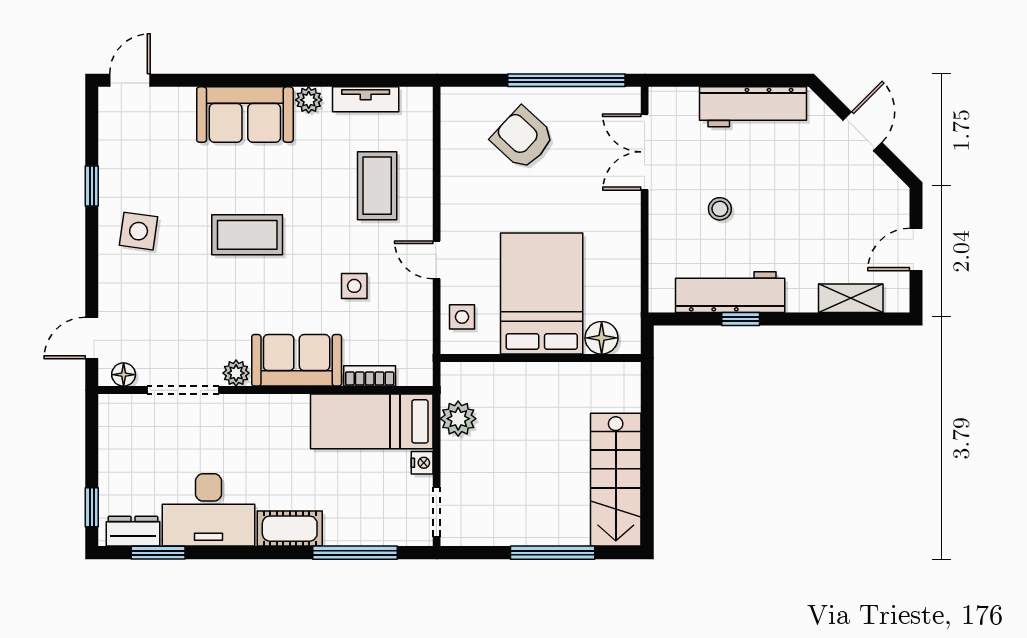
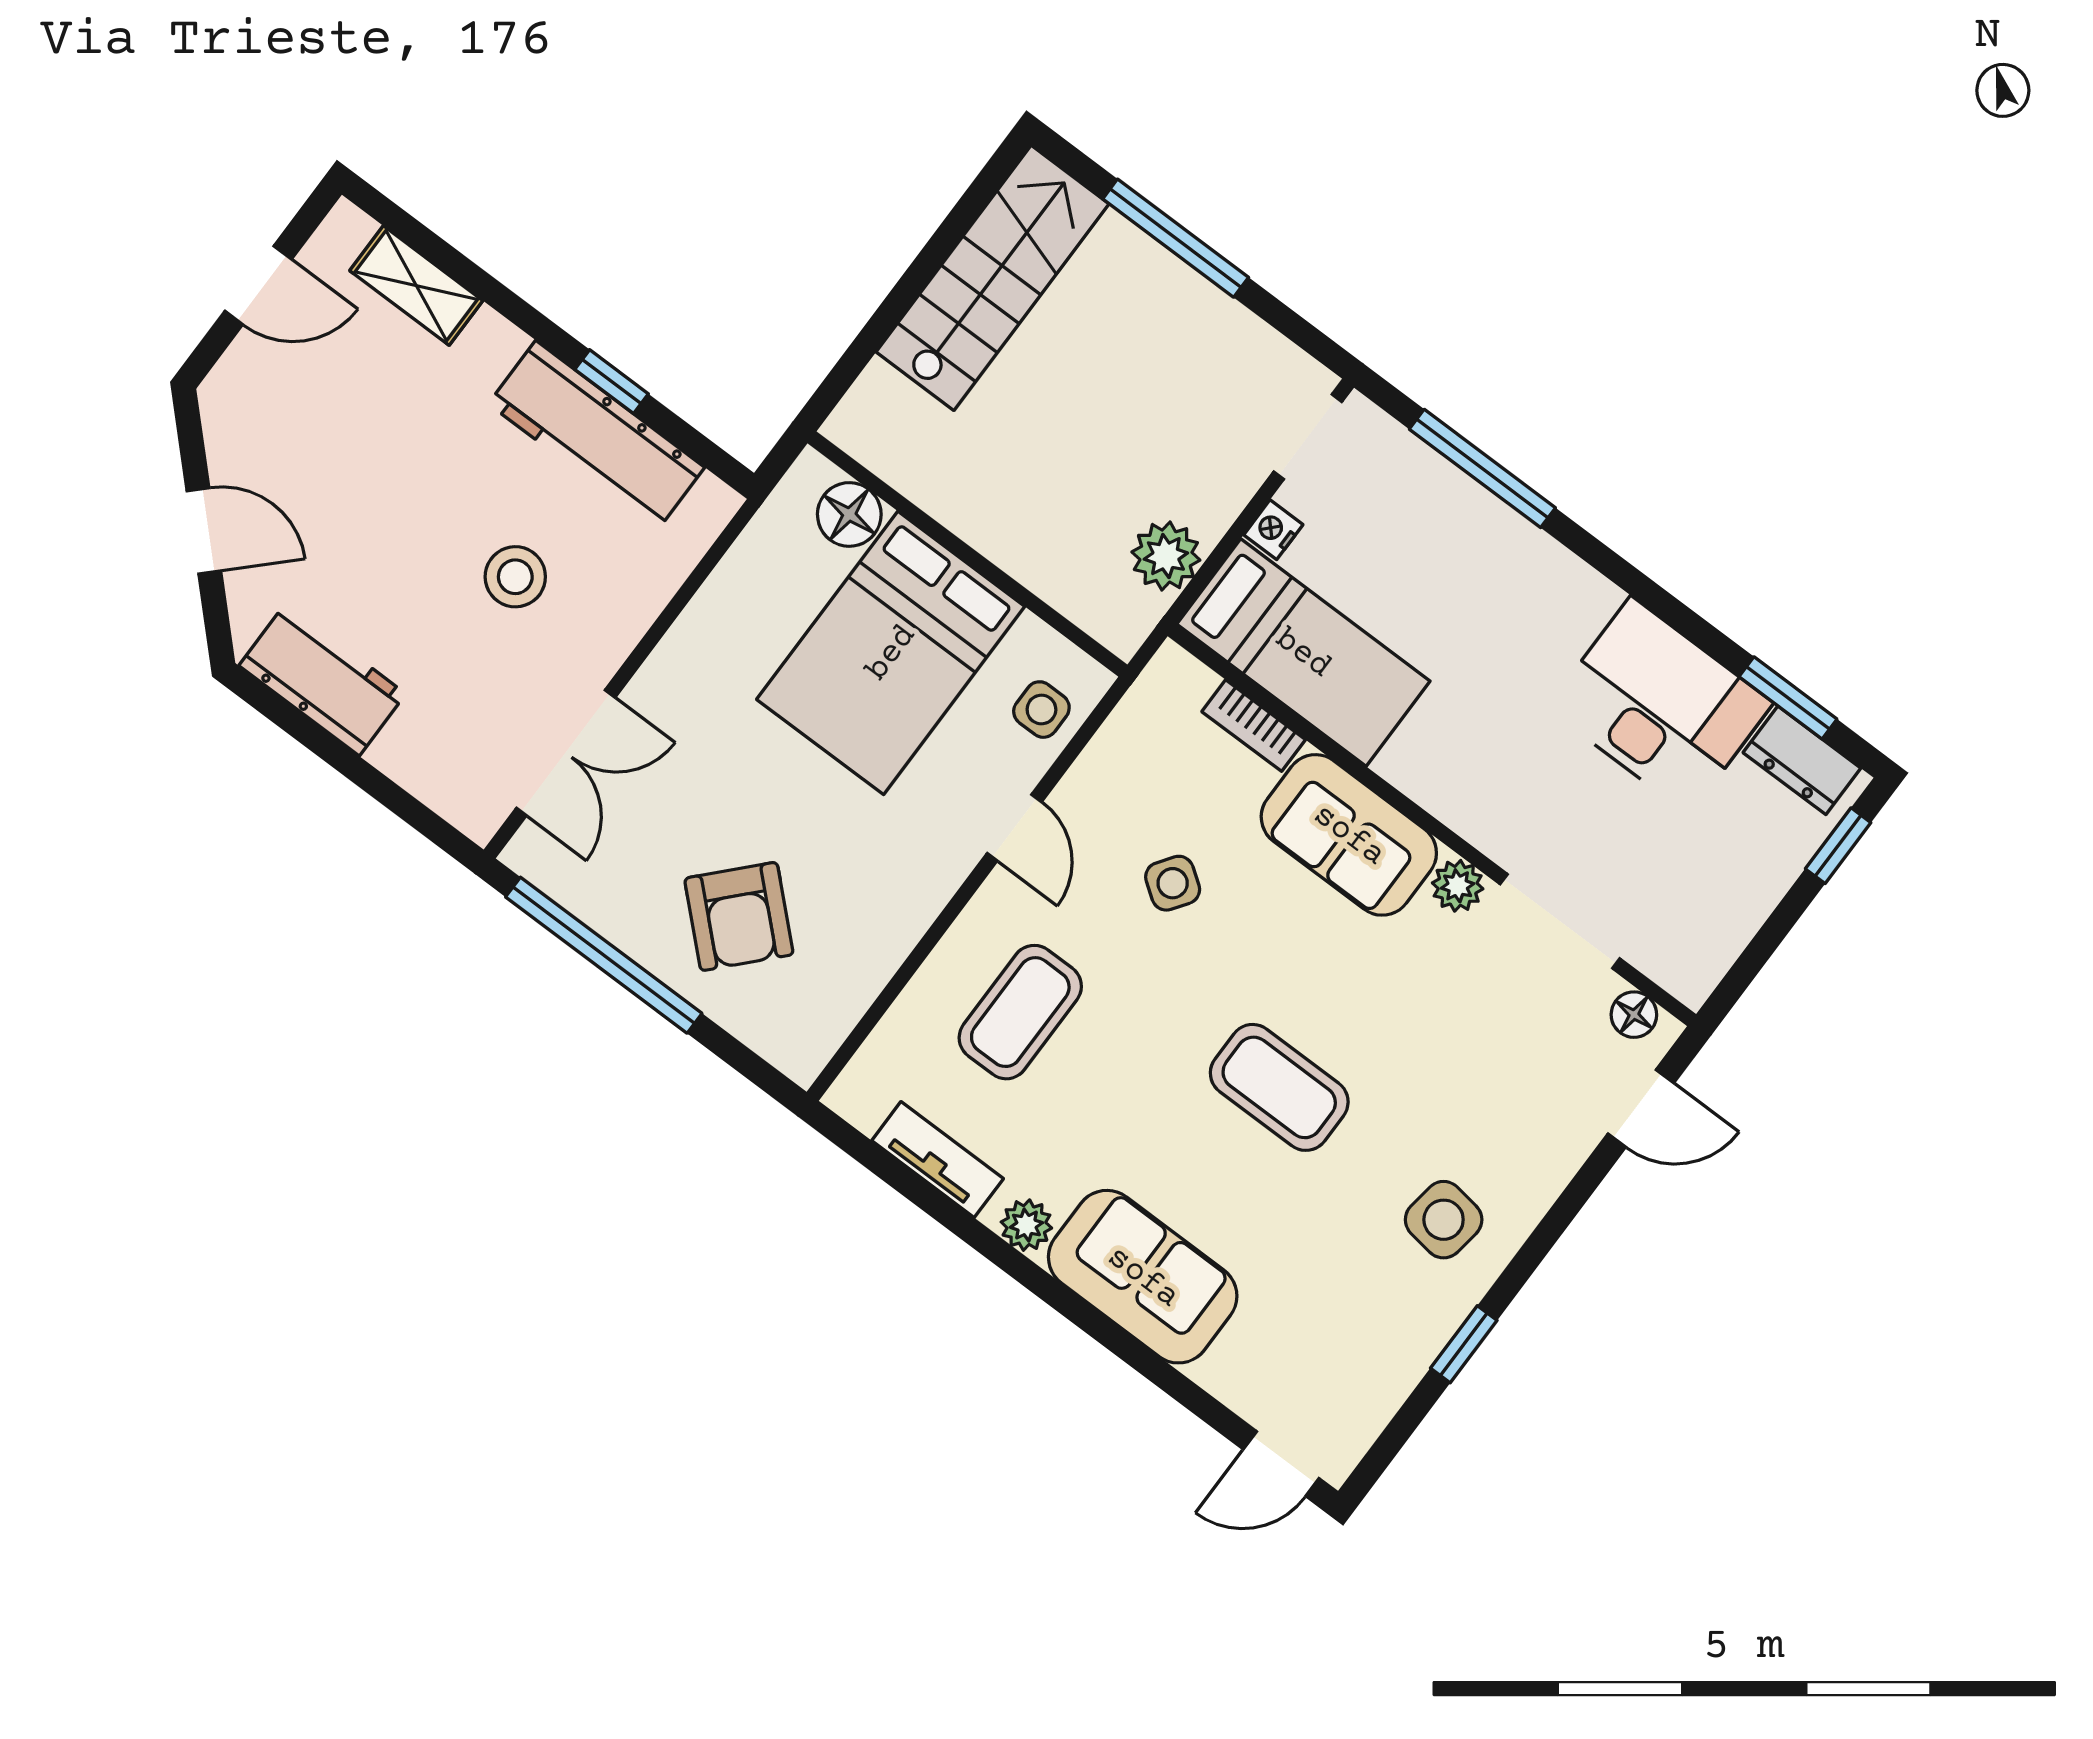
workbench: (753, 107) -> (322, 680), width x0.73
door: (862, 131) -> (204, 531), swing flipped
stool: (720, 209) -> (515, 577), width x1.37, depth x1.37
side table: (354, 286) -> (1173, 883), turned 35
cot: (290, 529) -> (1556, 582), removed

